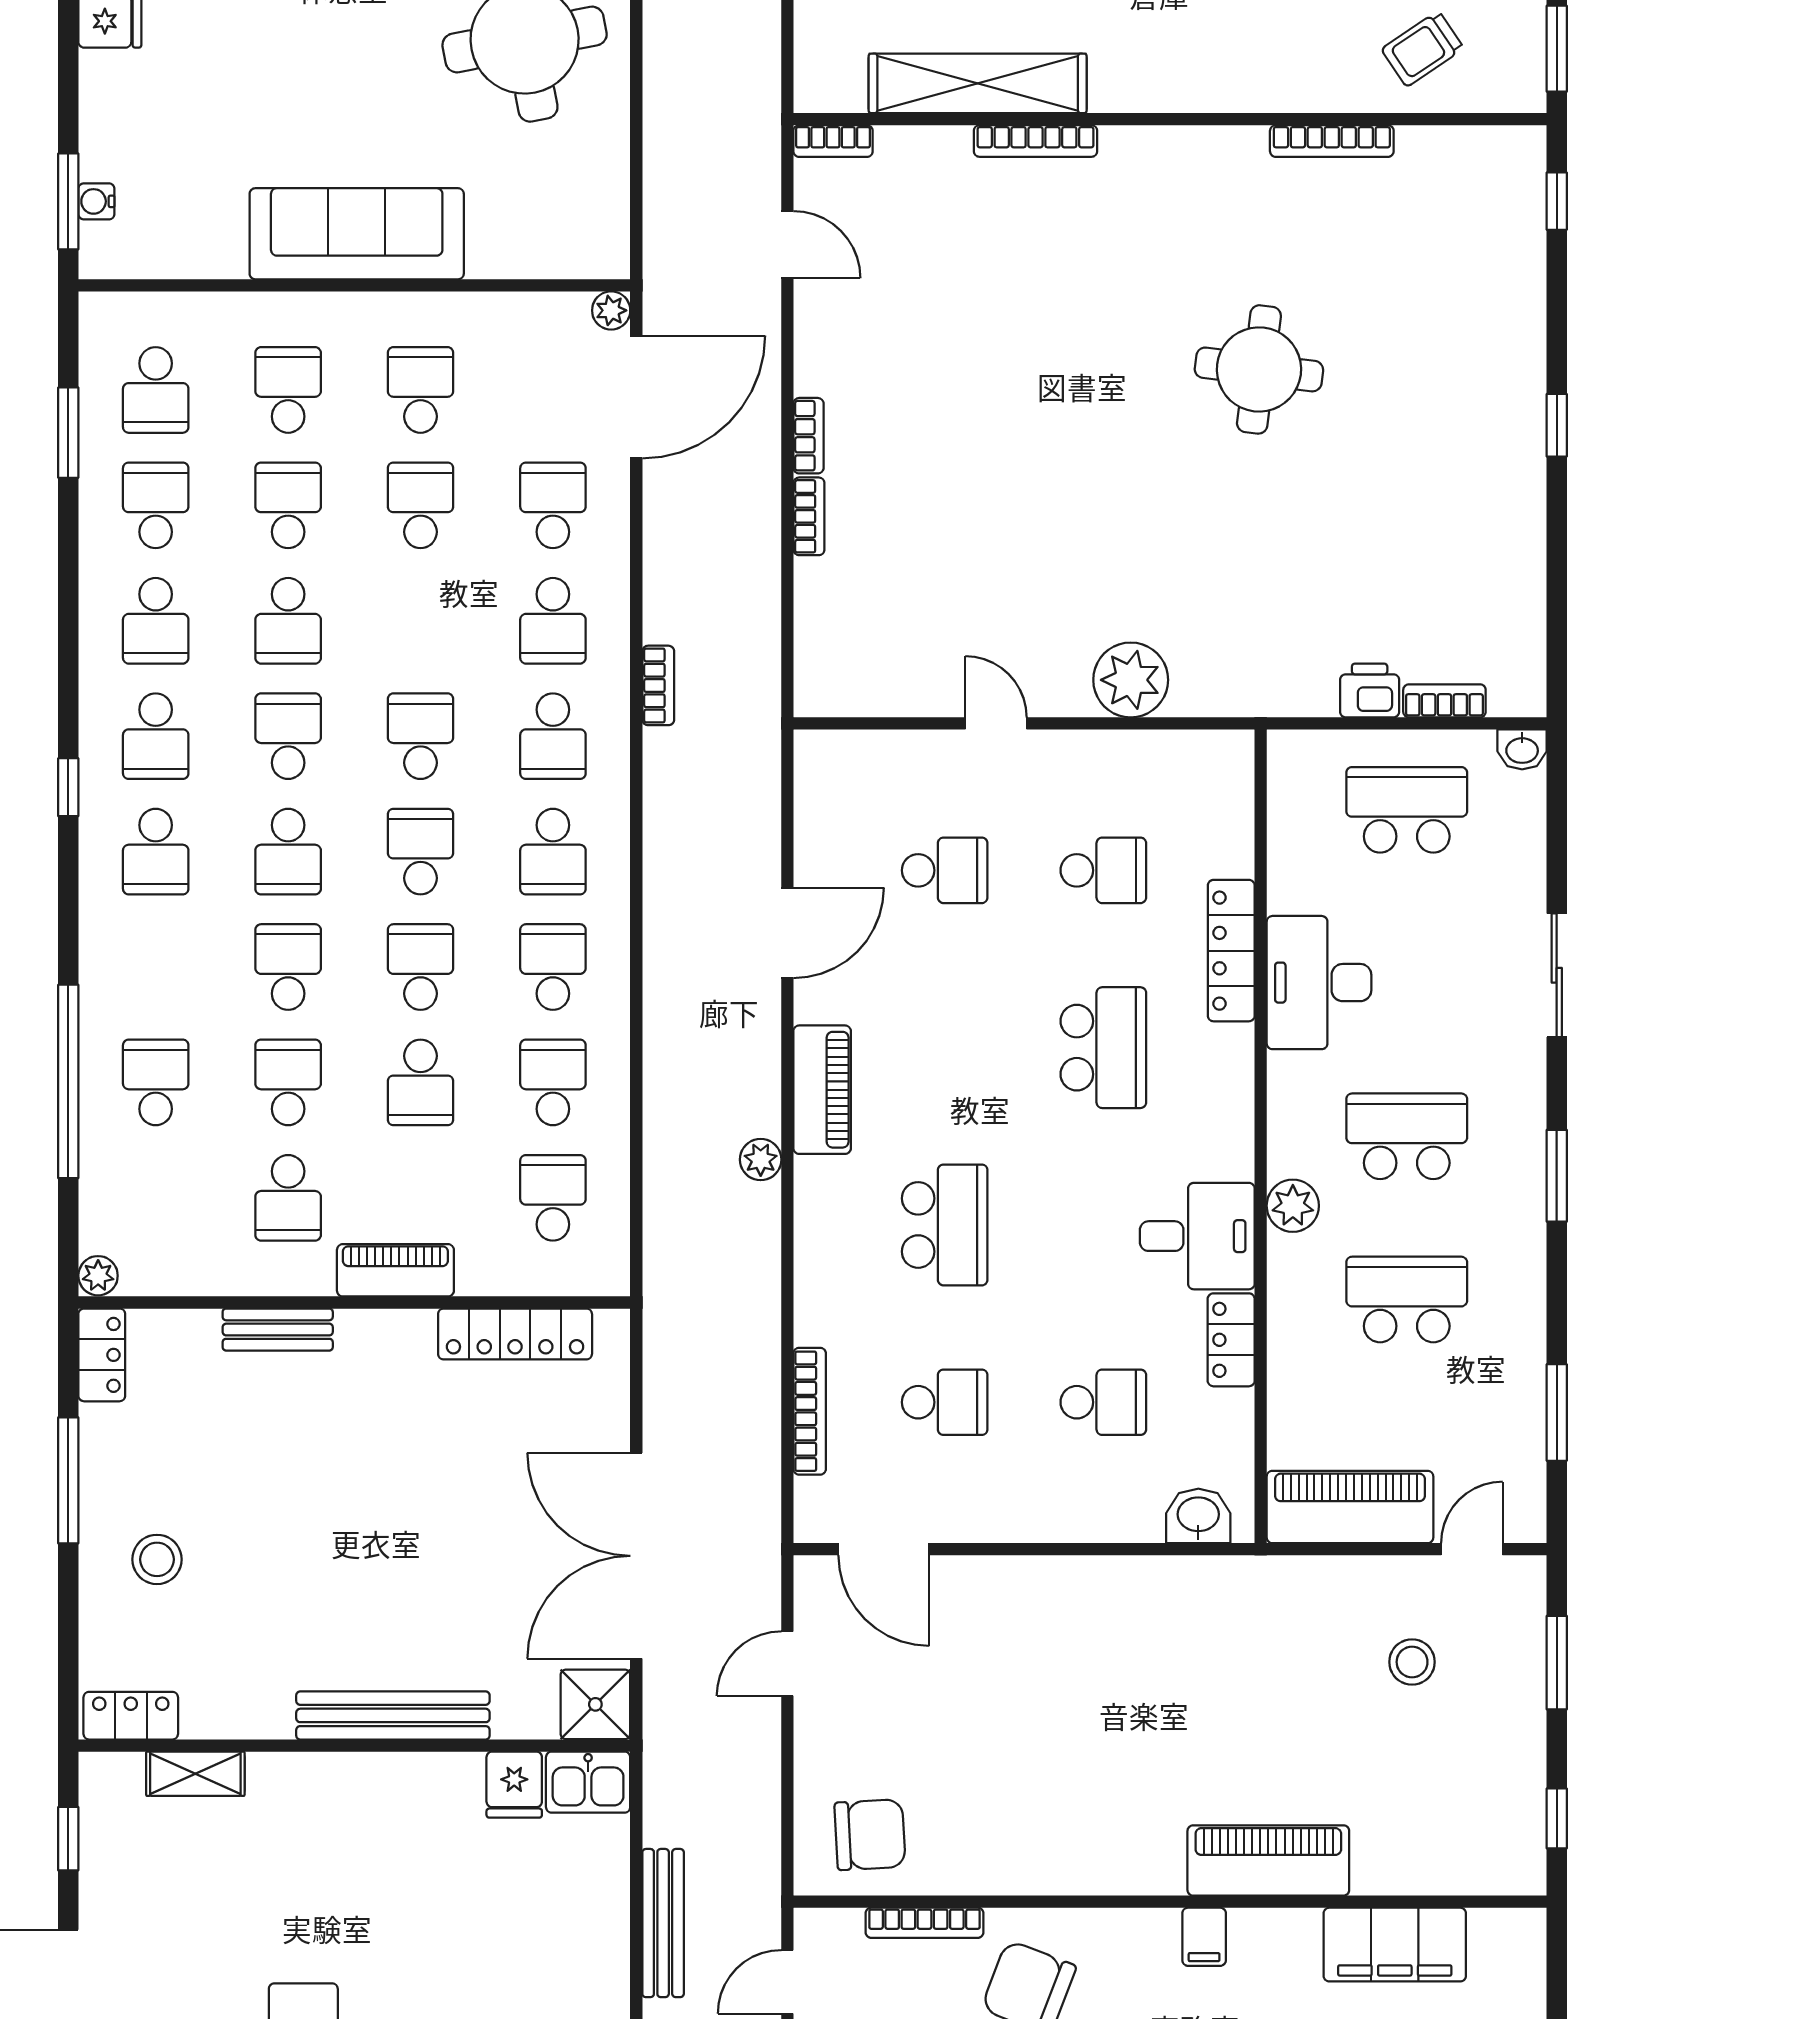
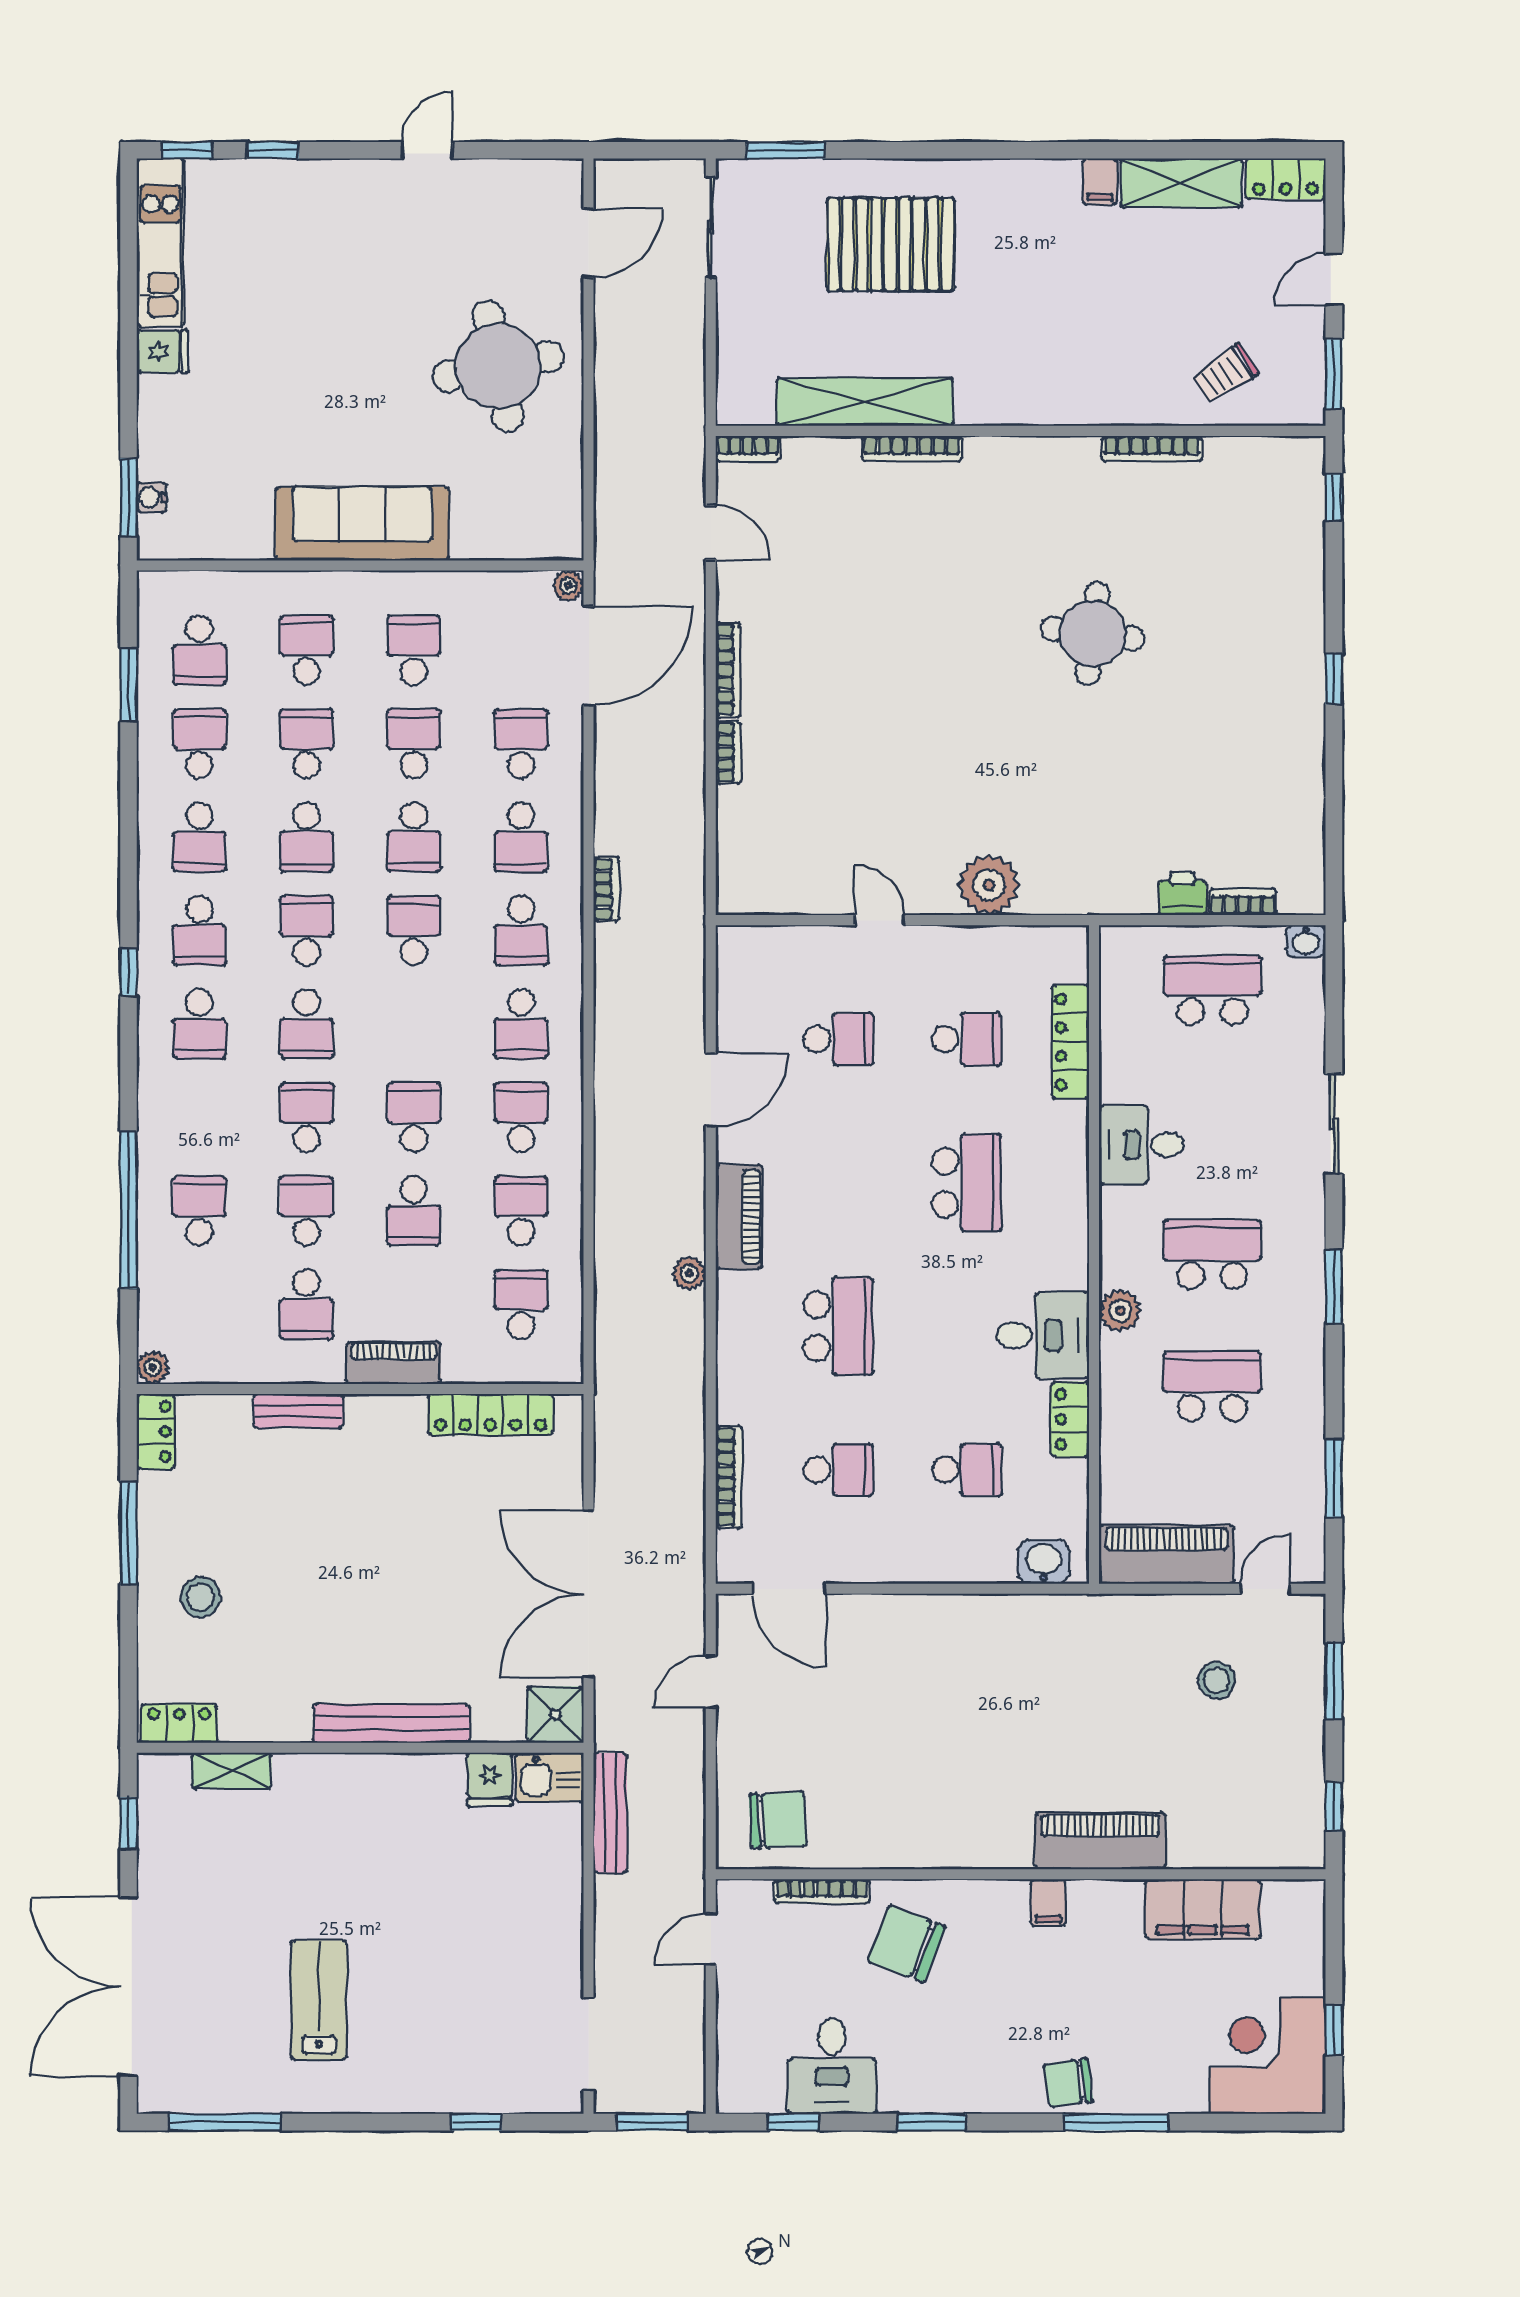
bookcase: (808, 436) -> (728, 670), width x1.56
school desk: (421, 852) -> (414, 837), moved, turned 180
locker: (1231, 951) -> (1070, 1042), moved
desk: (1319, 983) -> (1141, 1145), width x0.73
bench: (663, 1923) -> (610, 1813), moved

